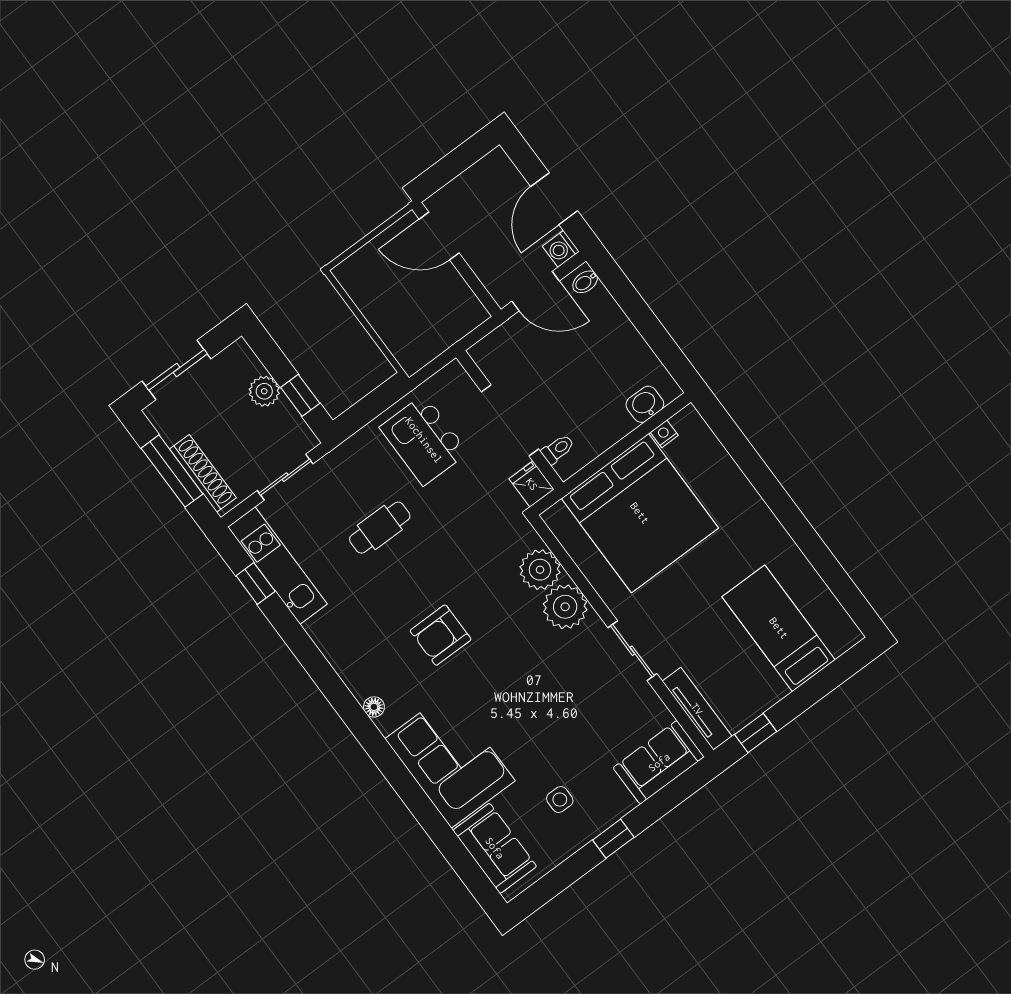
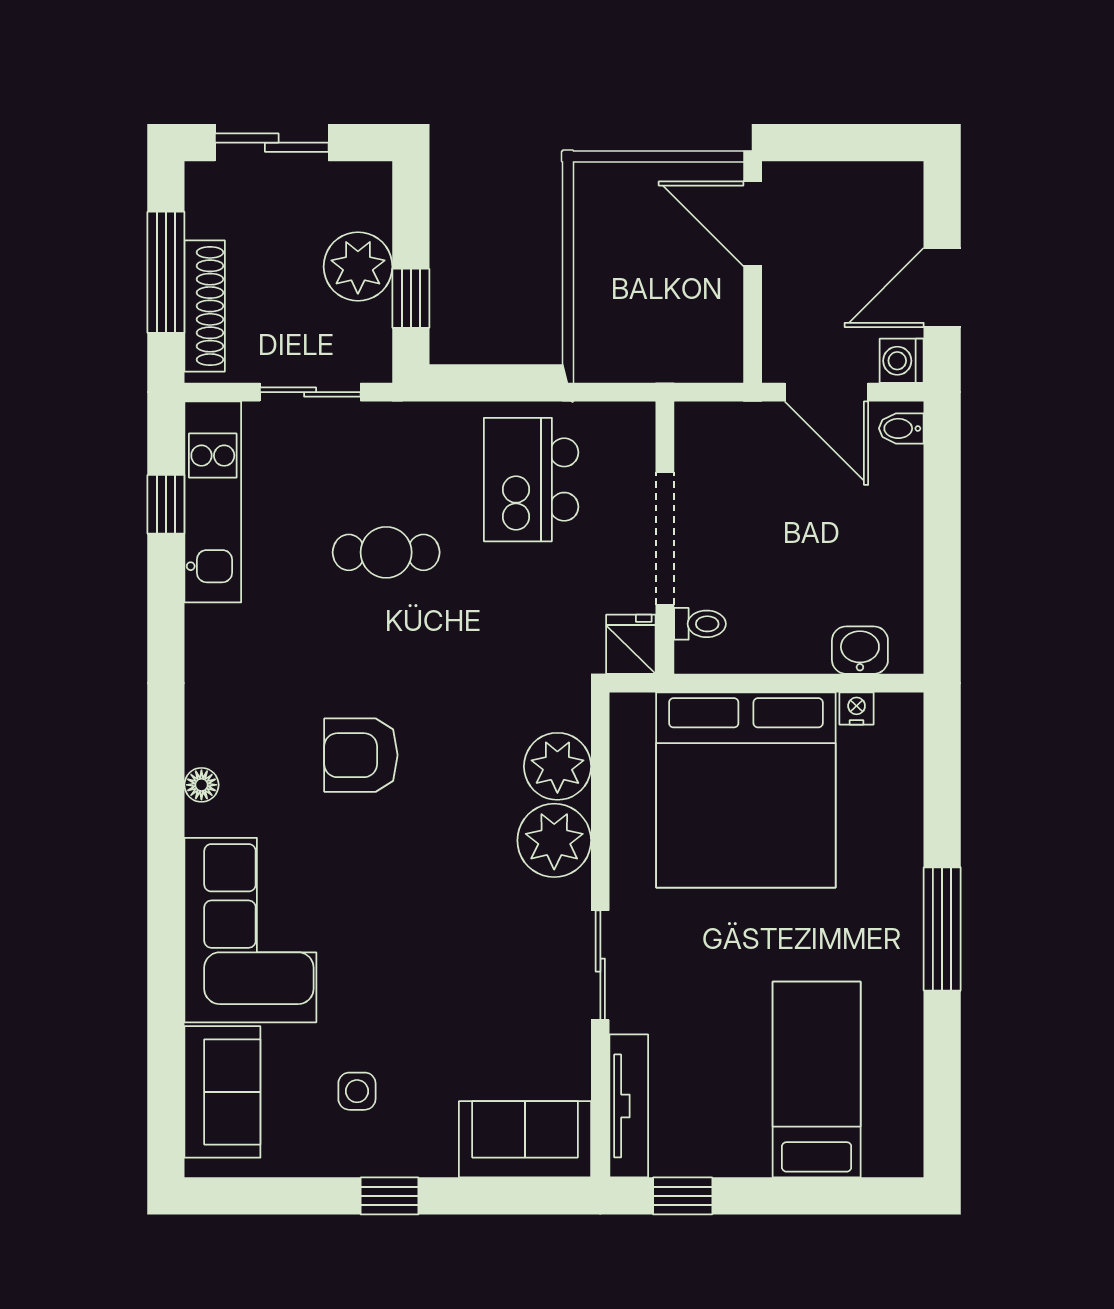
plant: (264, 391) -> (358, 267), width x1.36, depth x1.36
window: (785, 510) -> (942, 929), added

